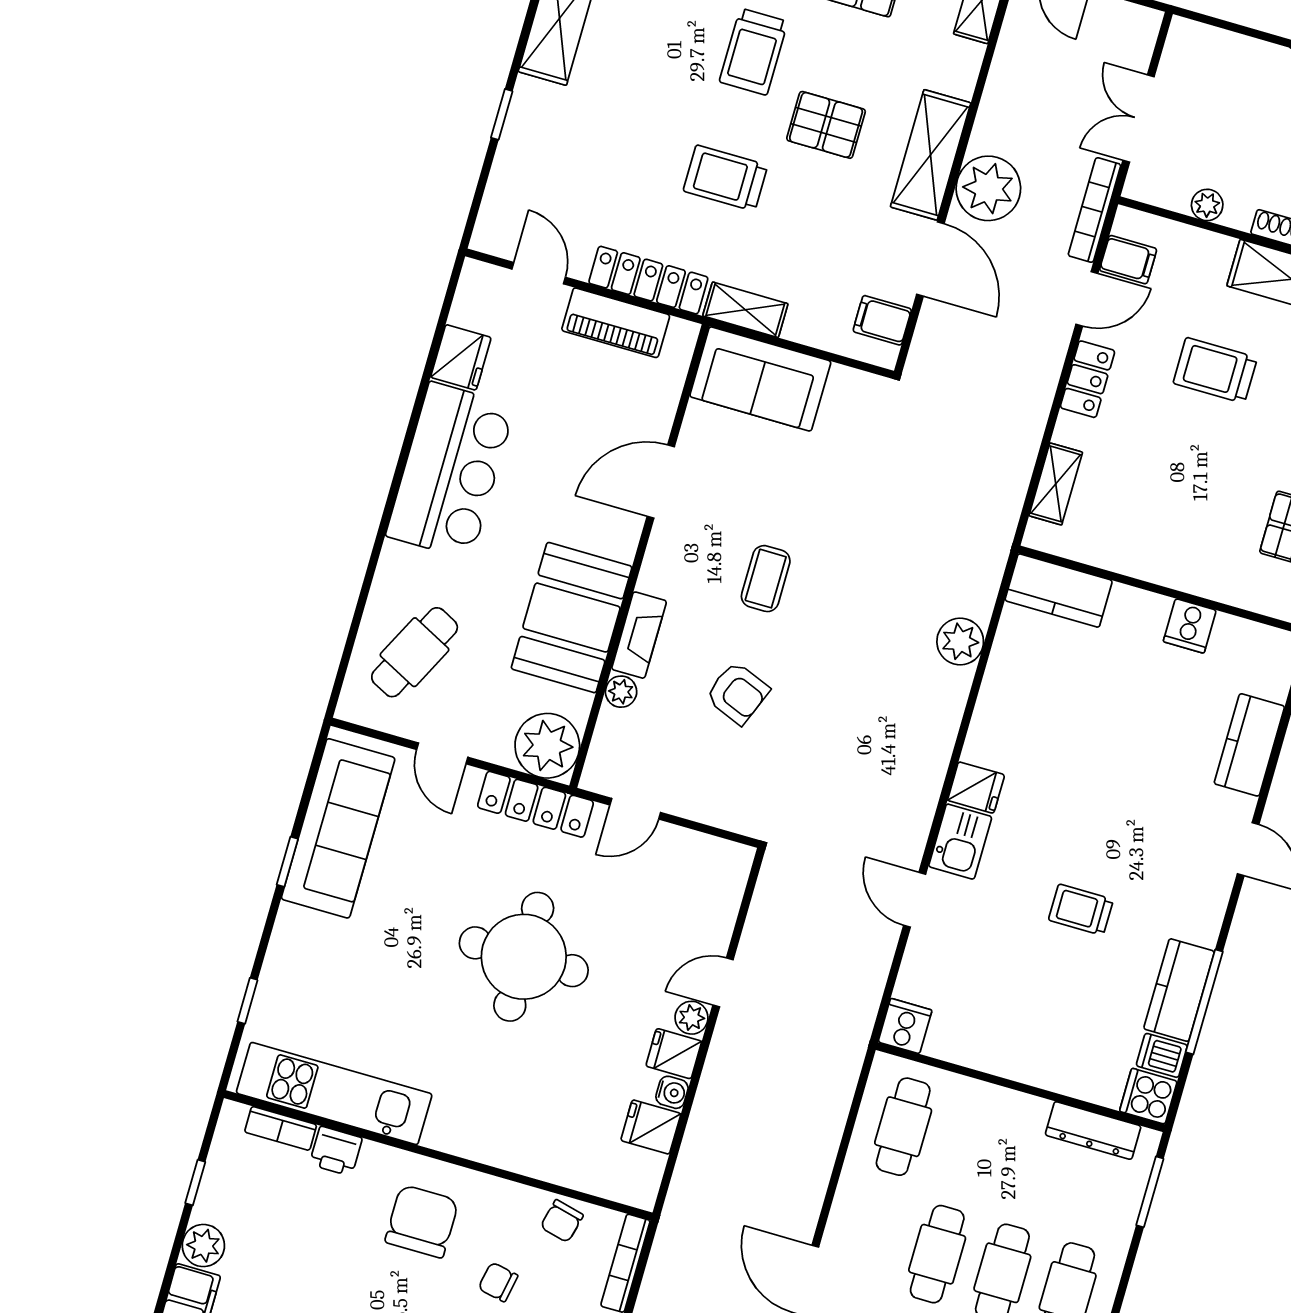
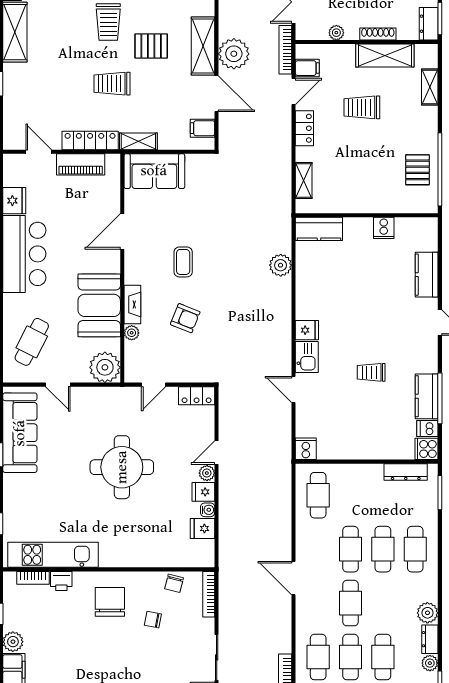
locker: (535, 804) -> (197, 396), moved, width x0.66

